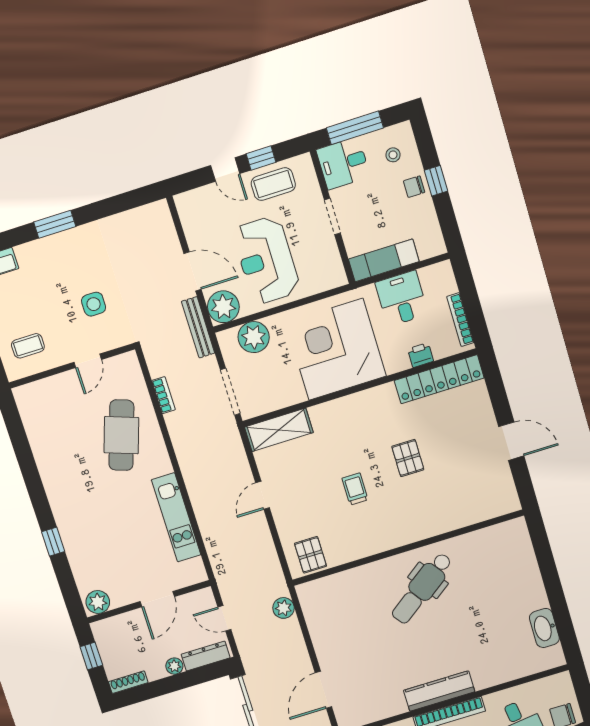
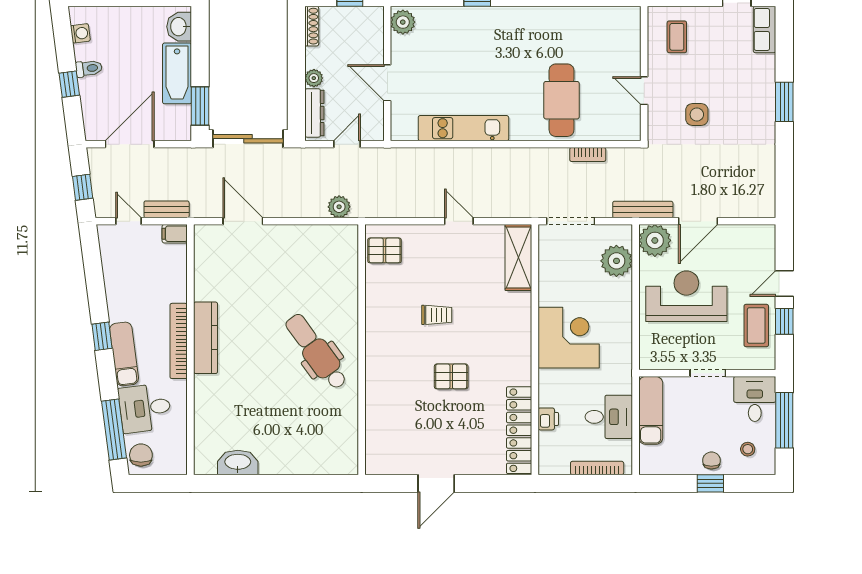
bookcase: (460, 320) -> (597, 468), moved
corner desk: (336, 349) -> (569, 338), width x0.74, depth x0.74
cafe table: (121, 435) -> (562, 100), turned 71

